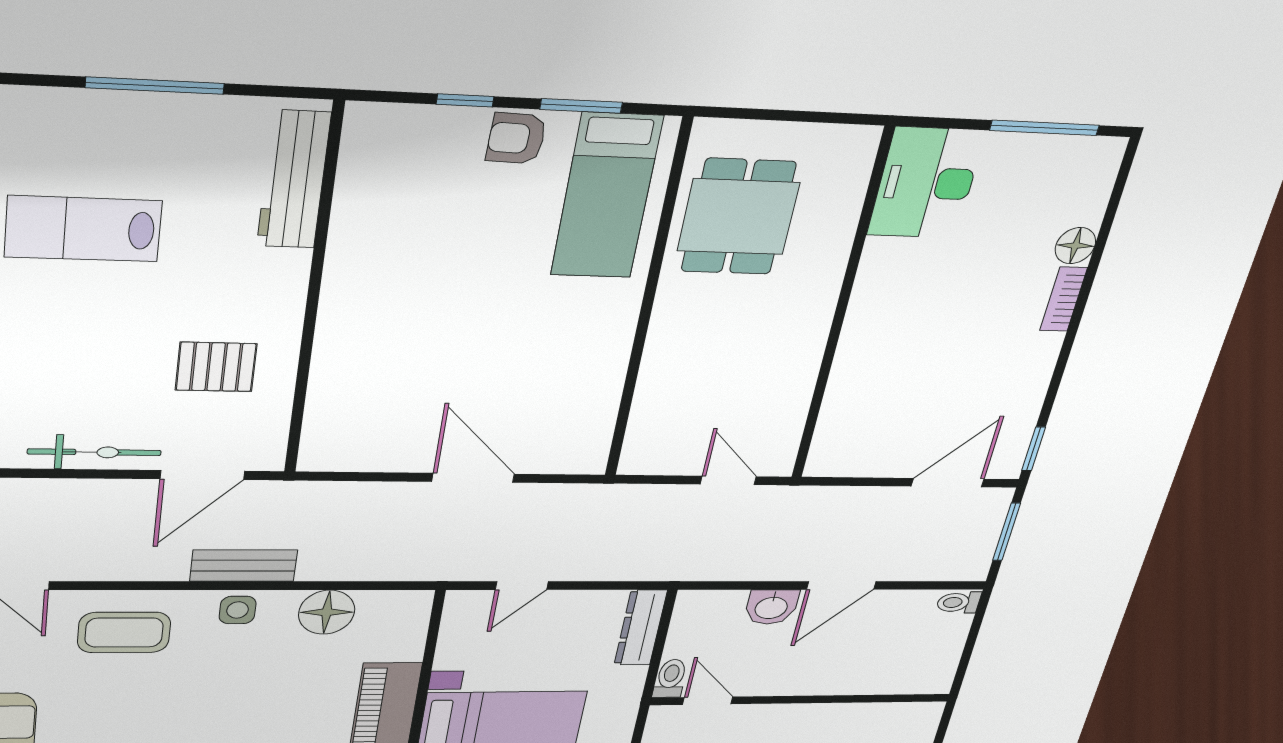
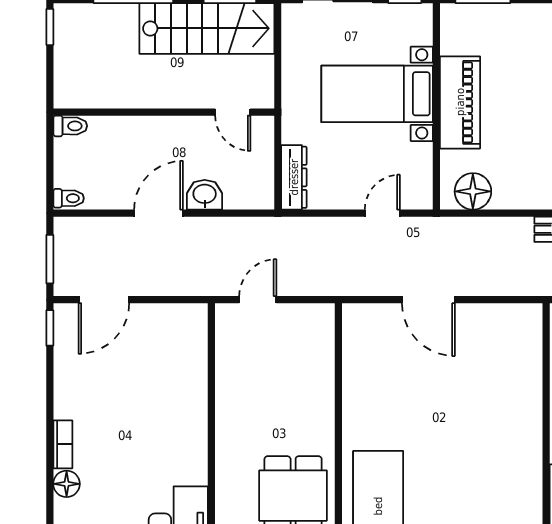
door: (728, 480) -> (258, 300), swing flipped
floor lamp: (327, 612) -> (473, 191), moved
toilet: (670, 679) -> (70, 126), moved, turned -90

